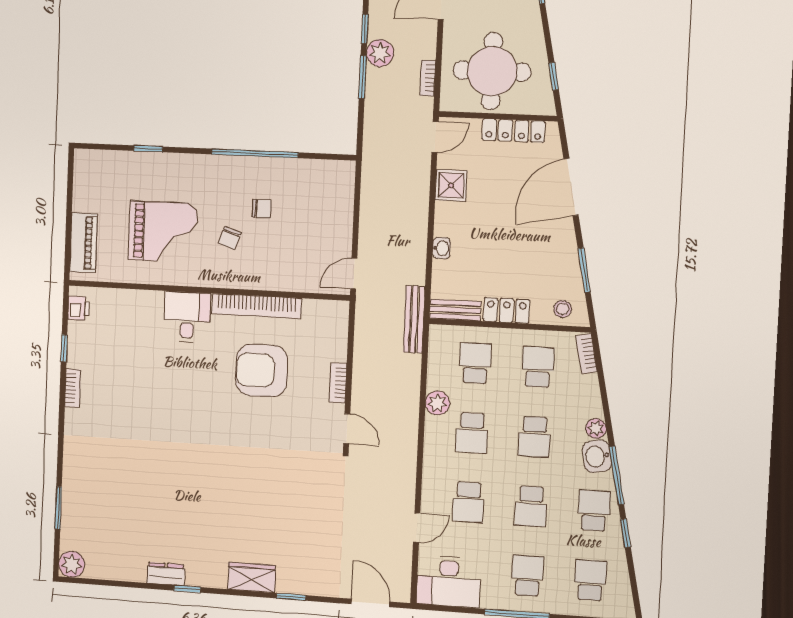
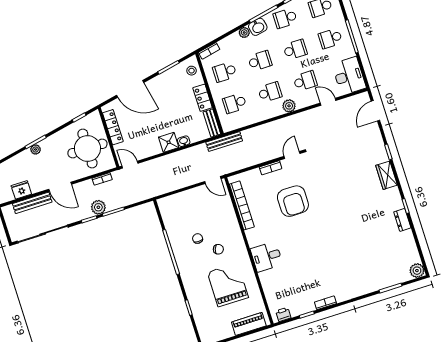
shower: (451, 185) -> (169, 142), moved
bookcase: (257, 306) -> (242, 205), moved
armchair: (262, 370) -> (293, 201), moved
plant: (437, 403) -> (289, 106), moved

